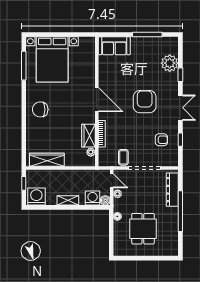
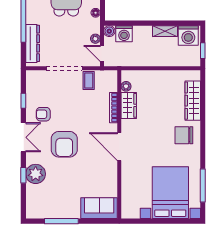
plant: (170, 63) -> (36, 174), moved
double door: (180, 108) -> (23, 137), swing flipped
chair: (40, 109) -> (184, 135), turned 180
armchair: (161, 140) -> (43, 114), moved
wardrobe: (47, 160) -> (193, 101), moved, turned 90
shelving: (68, 200) -> (165, 31), moved

